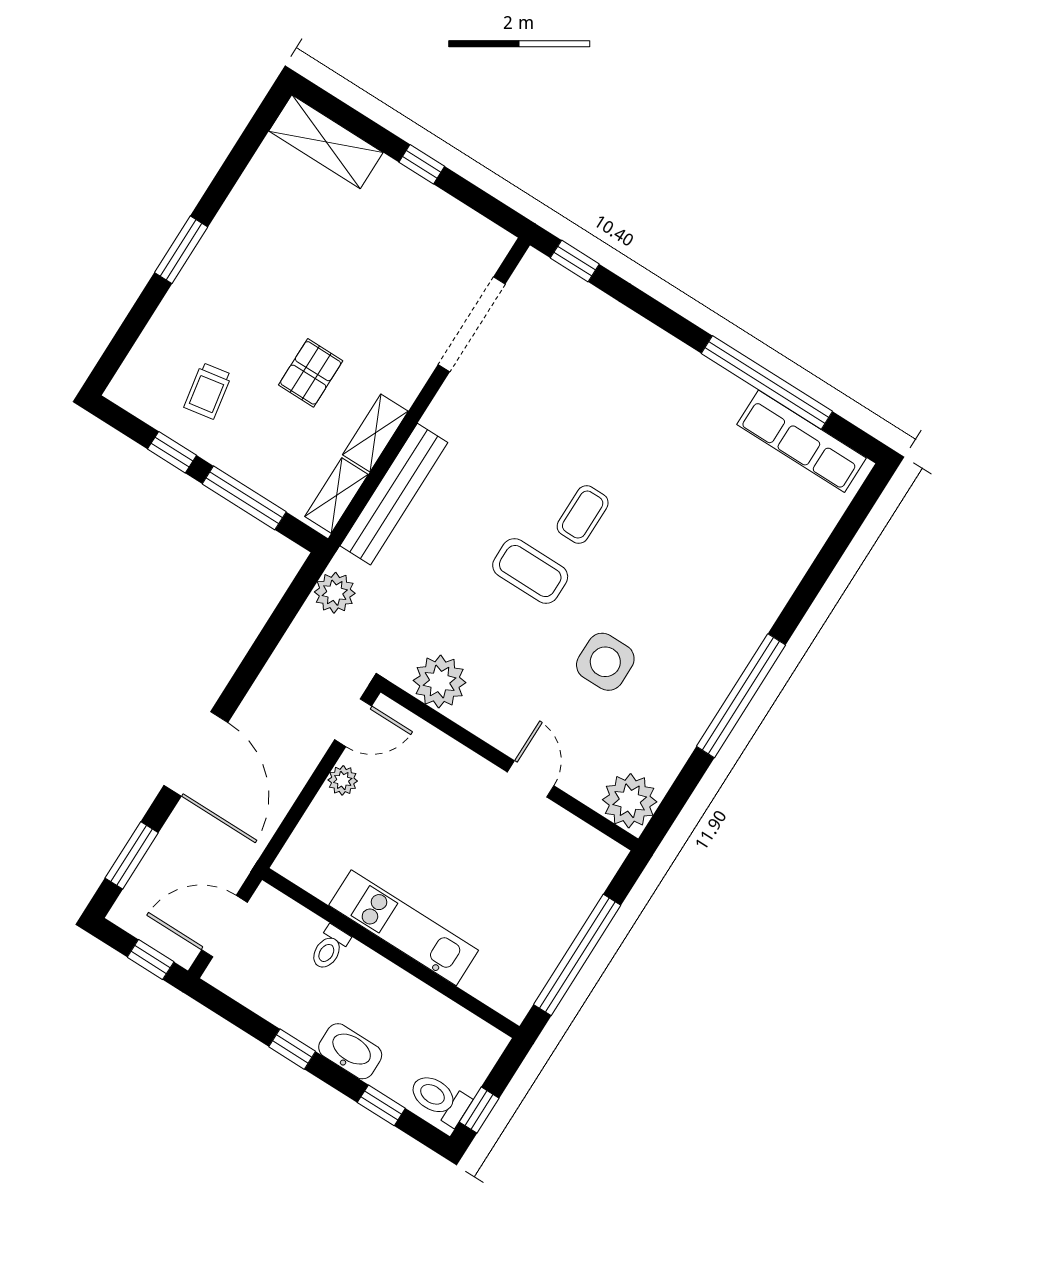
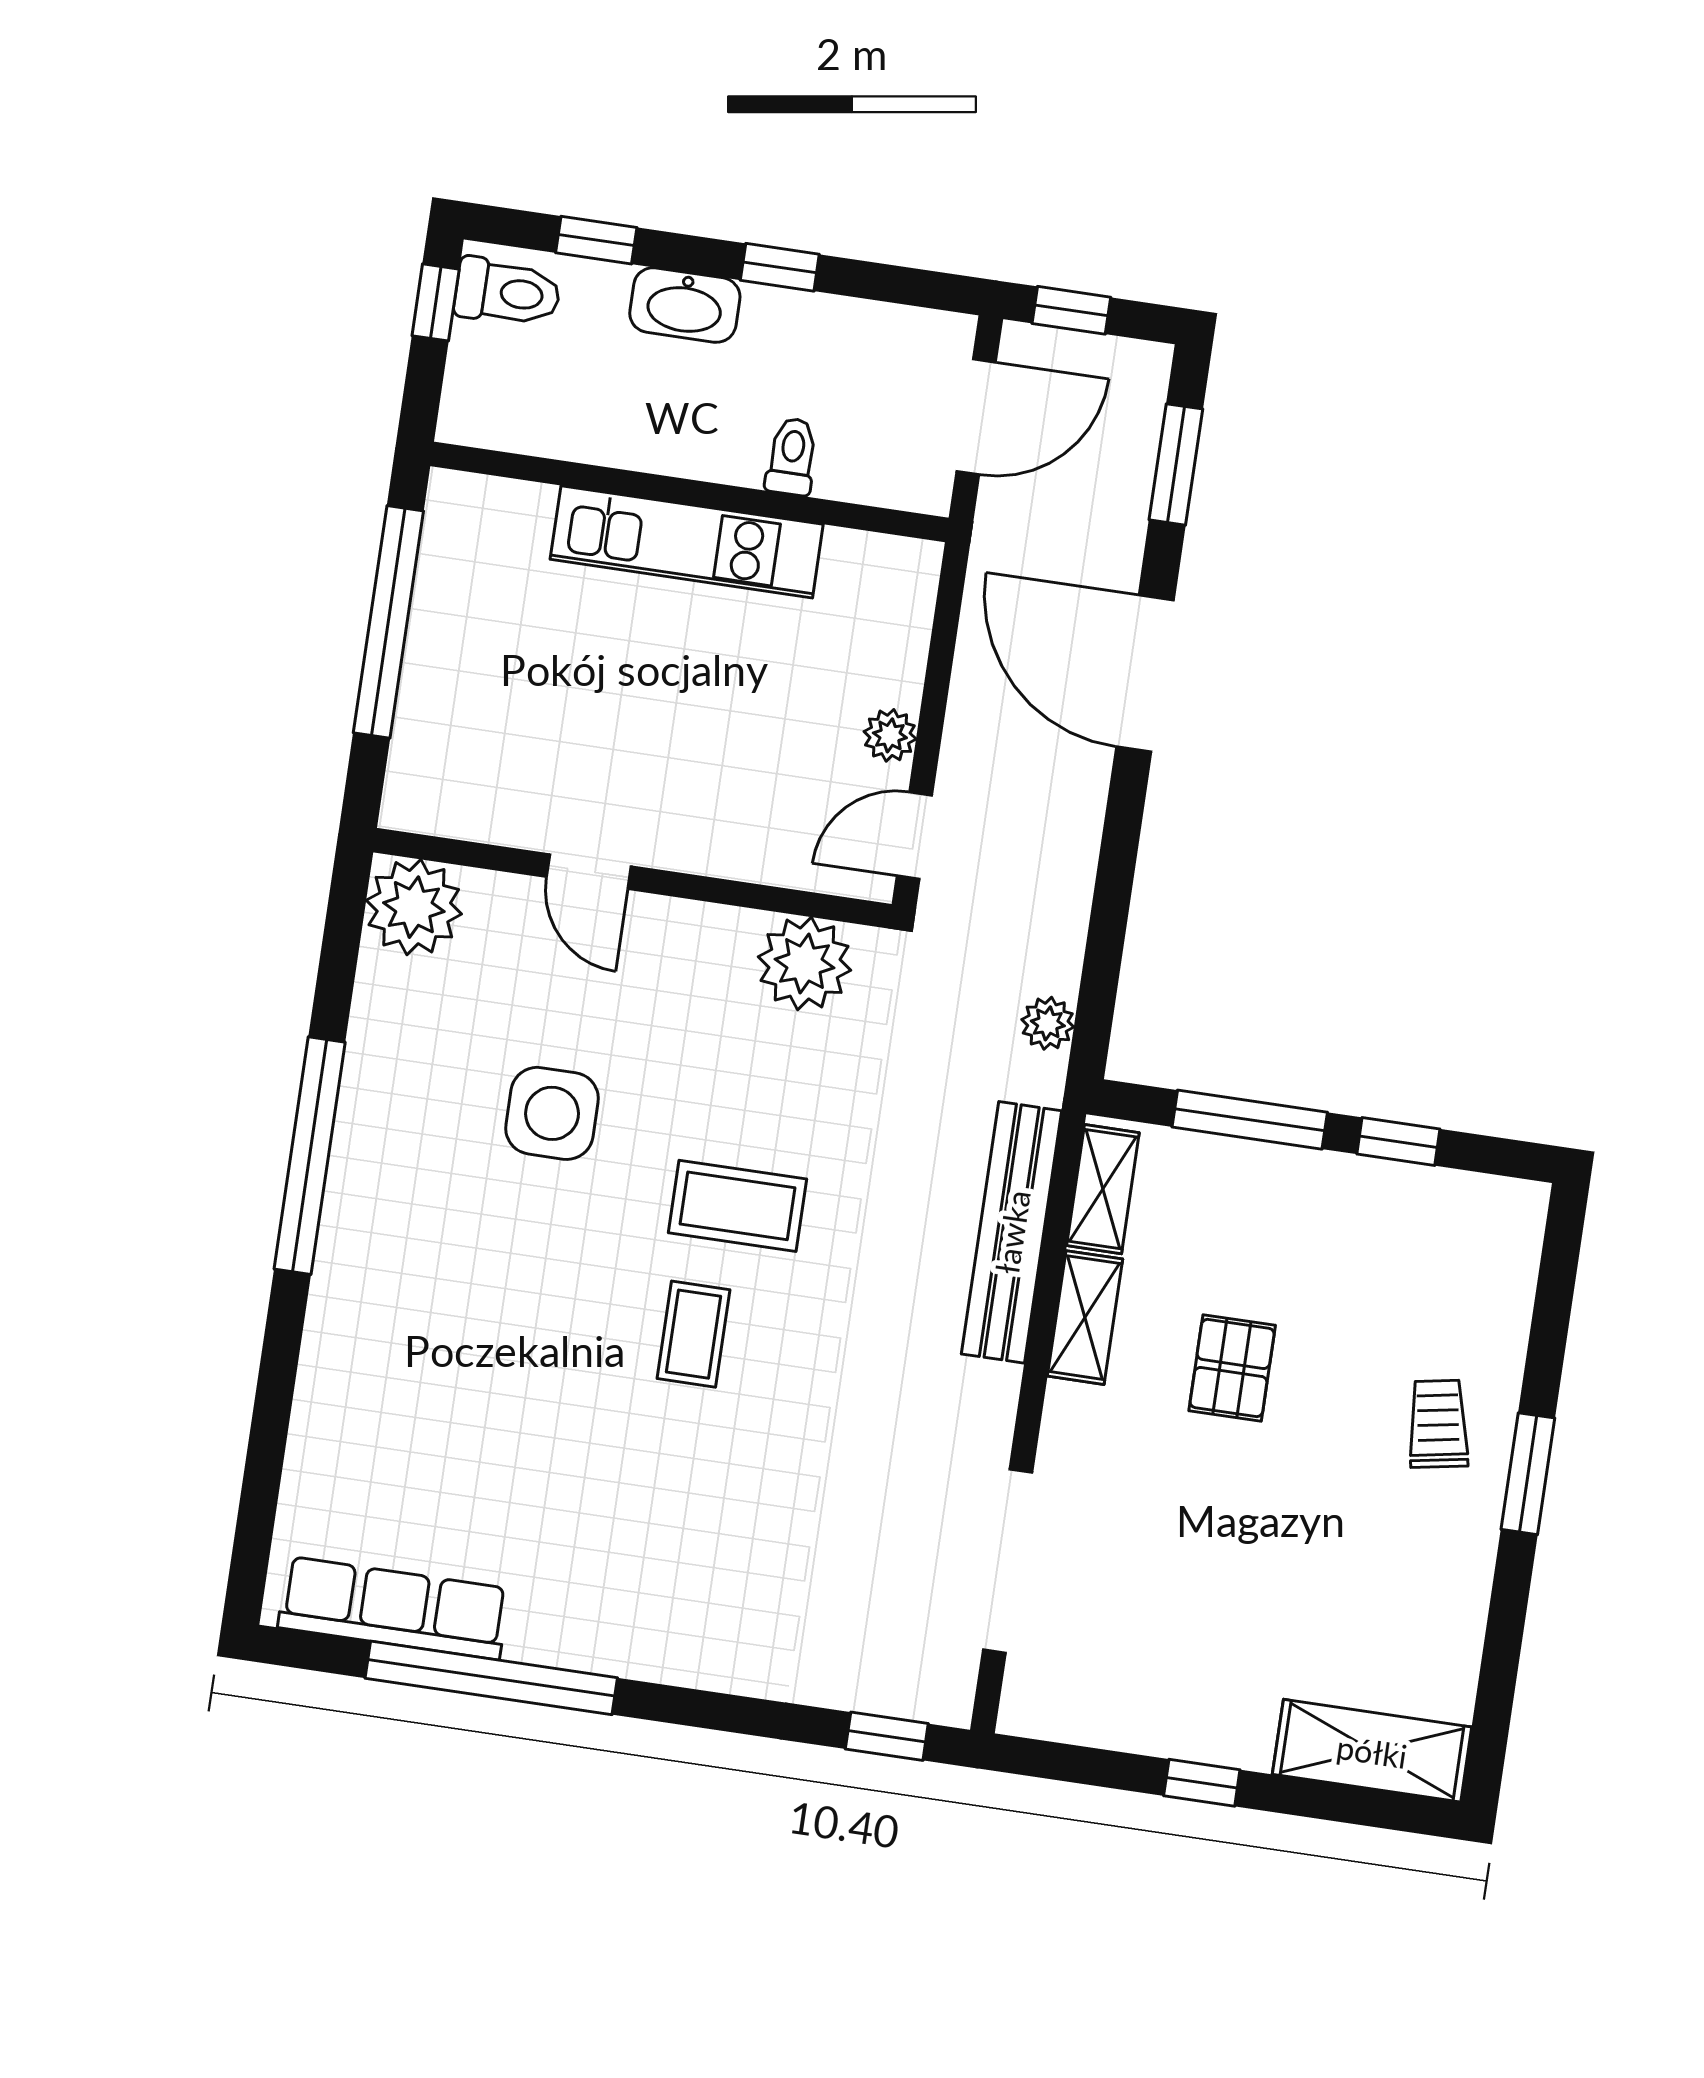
trolley: (208, 391) -> (1438, 1424), moved
plant: (335, 593) -> (1048, 1023), width x0.73, depth x0.73

